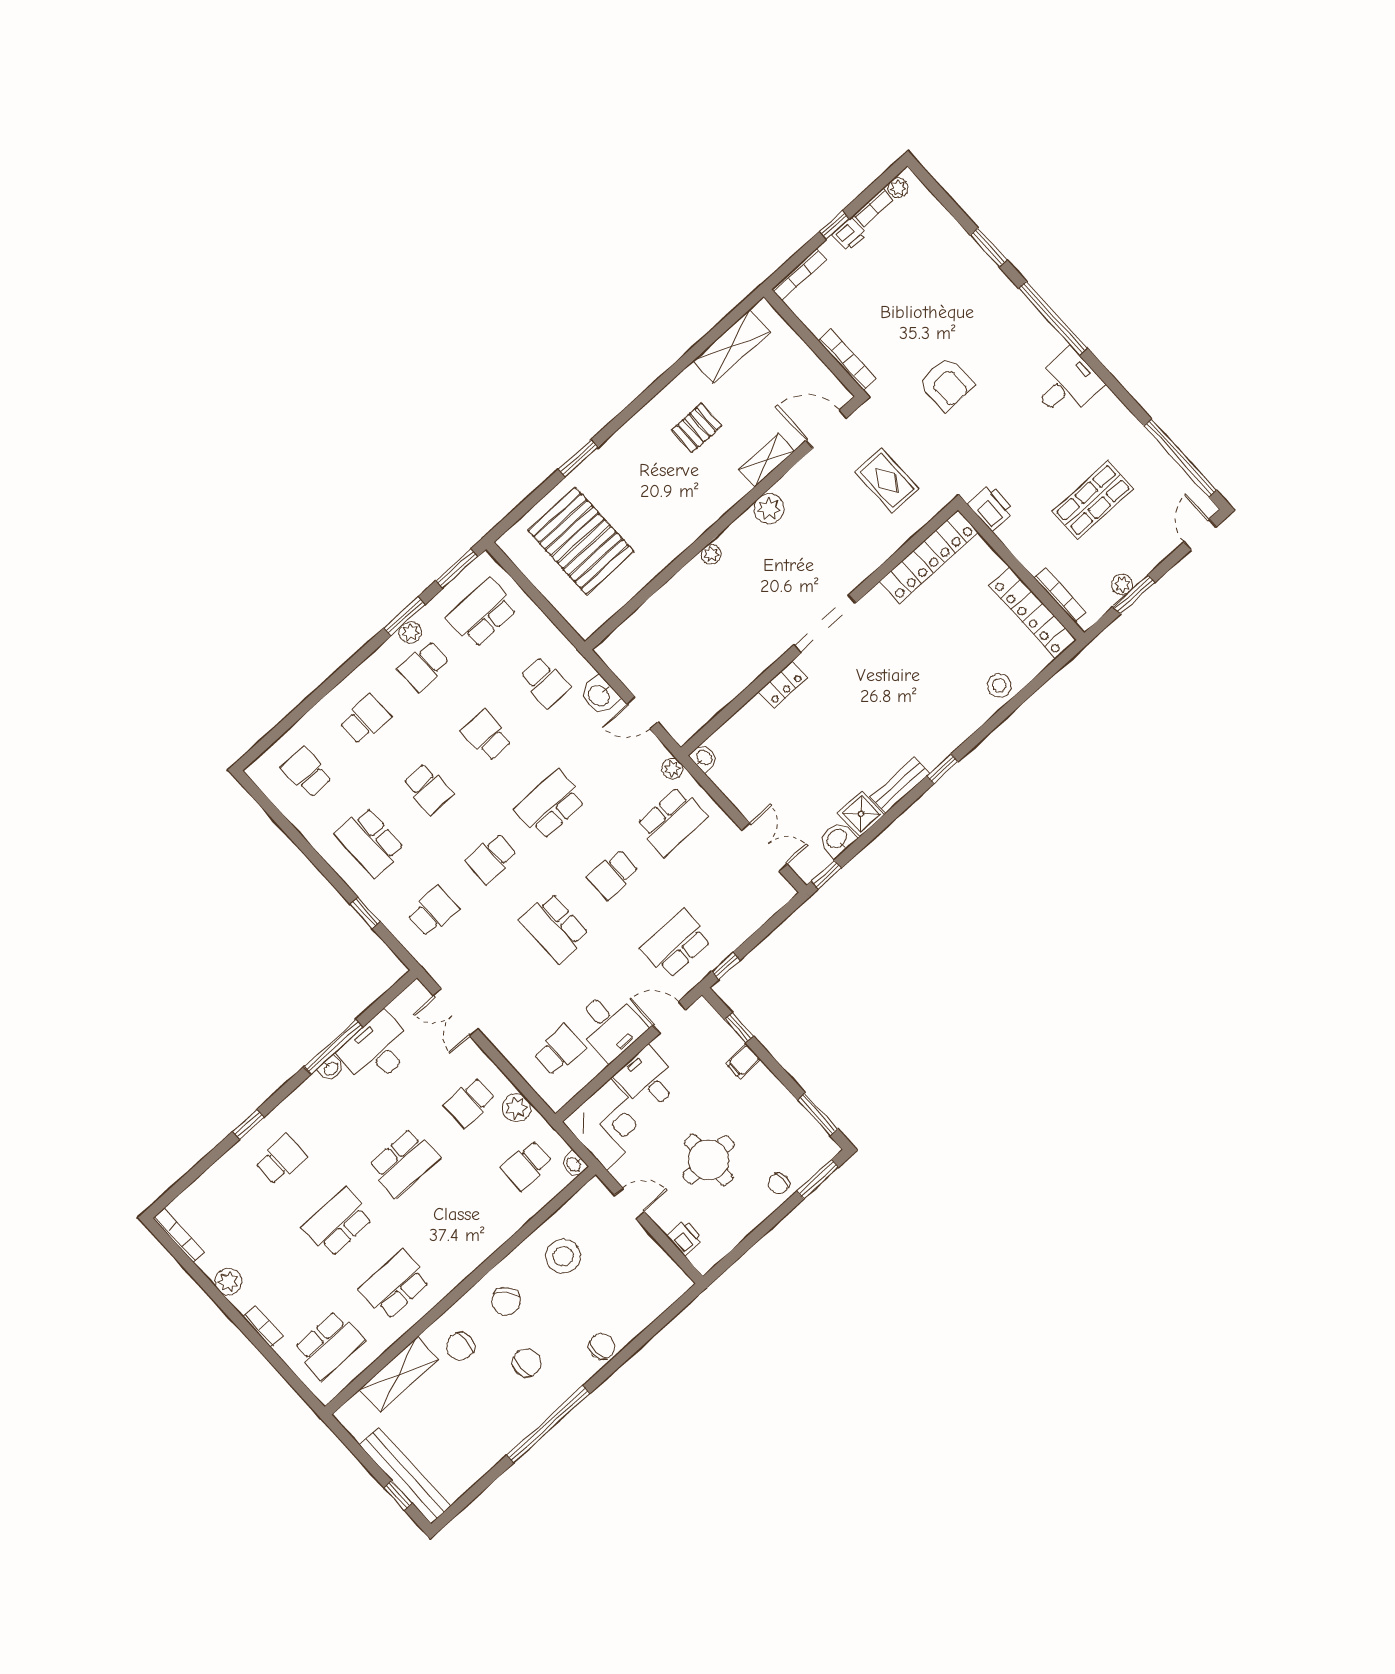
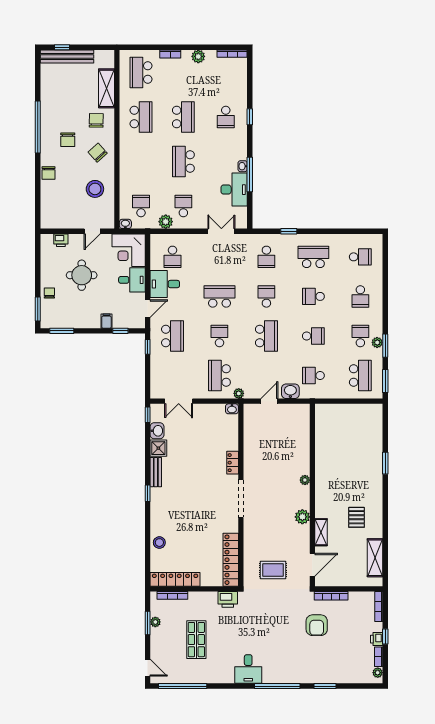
armchair: (946, 384) -> (317, 625), moved, turned -90
pallet: (581, 541) -> (354, 436), removed

